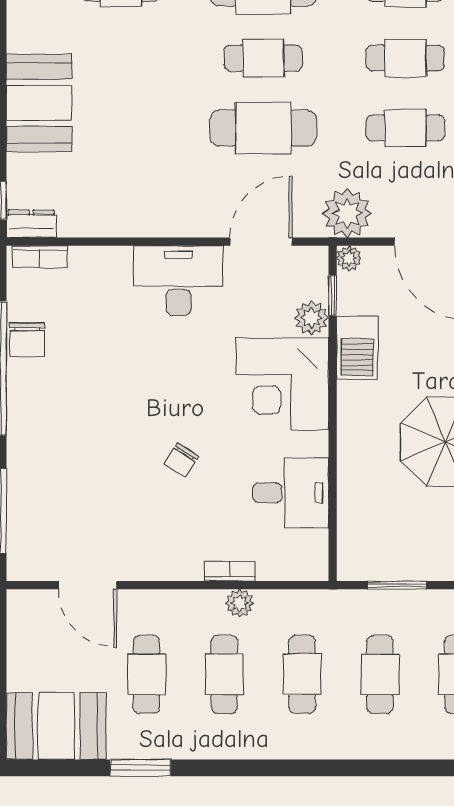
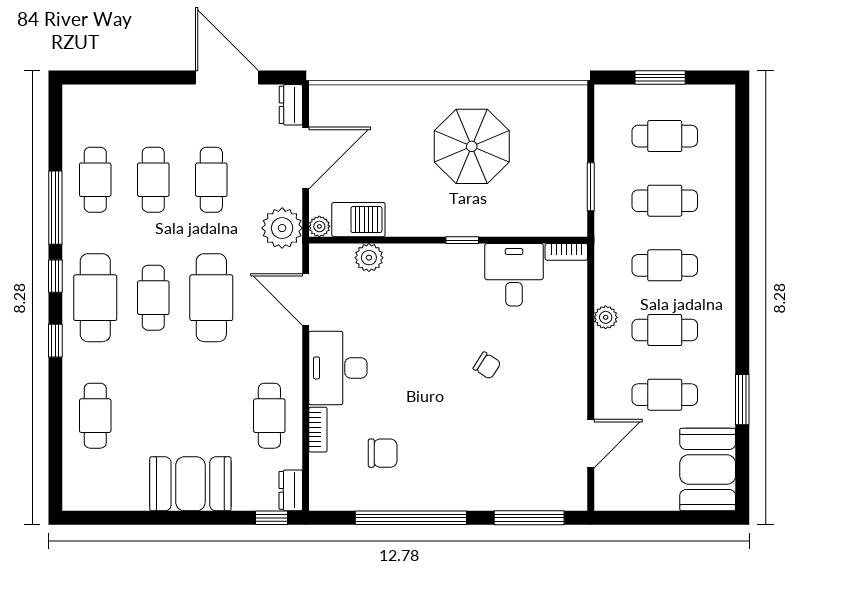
cafe table: (121, 198) -> (269, 416), added
bookcase: (40, 257) -> (318, 430), moved
window: (333, 295) -> (462, 240), moved
chair: (27, 340) -> (383, 453), moved
barbecue: (357, 348) -> (358, 220), moved
corner desk: (282, 384) -> (424, 282), removed
bookcase: (230, 571) -> (566, 252), moved, turned -90

